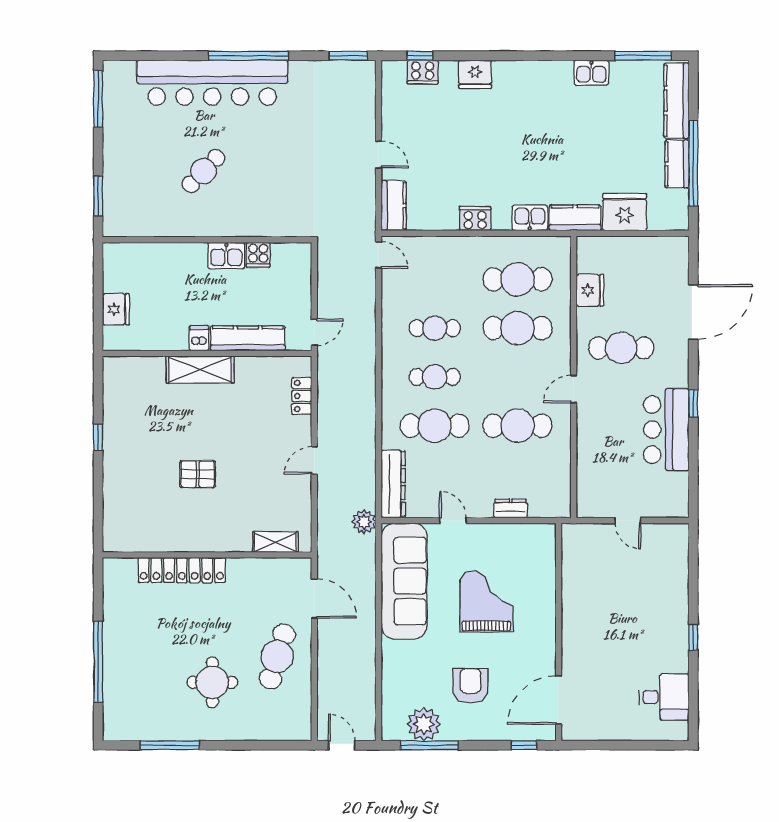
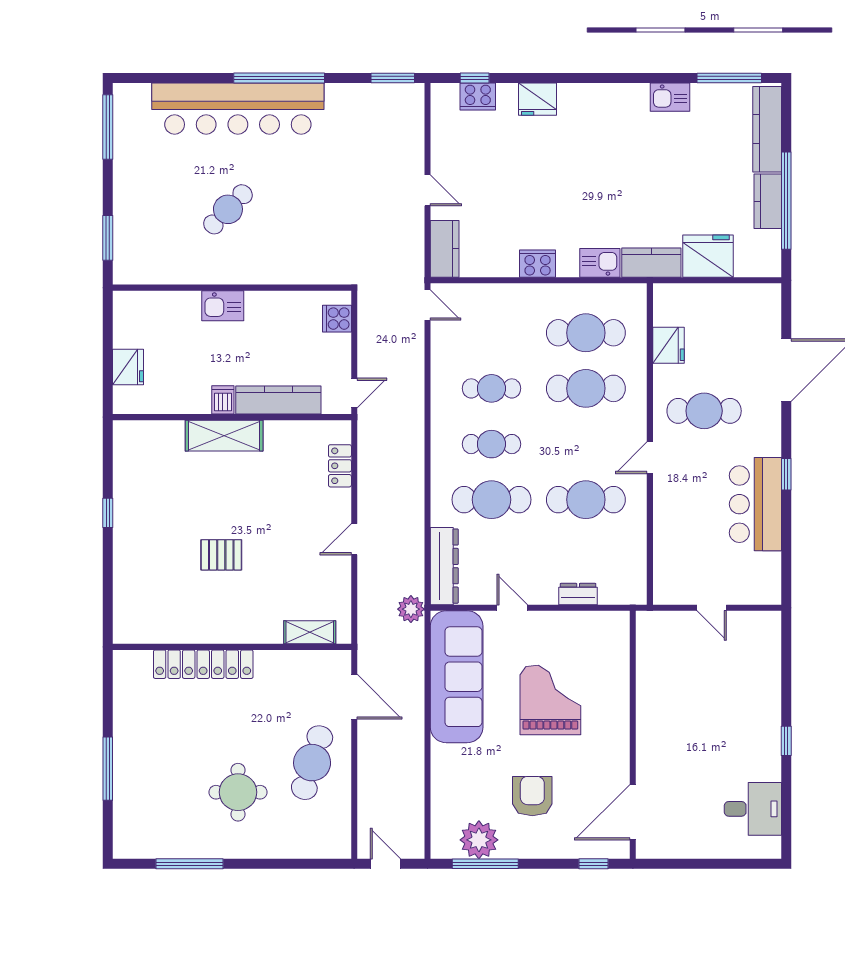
cooker: (258, 255) -> (337, 319), moved, turned 90
kitchen sink: (226, 256) -> (223, 306), moved
window: (98, 662) -> (108, 769), width x0.68

